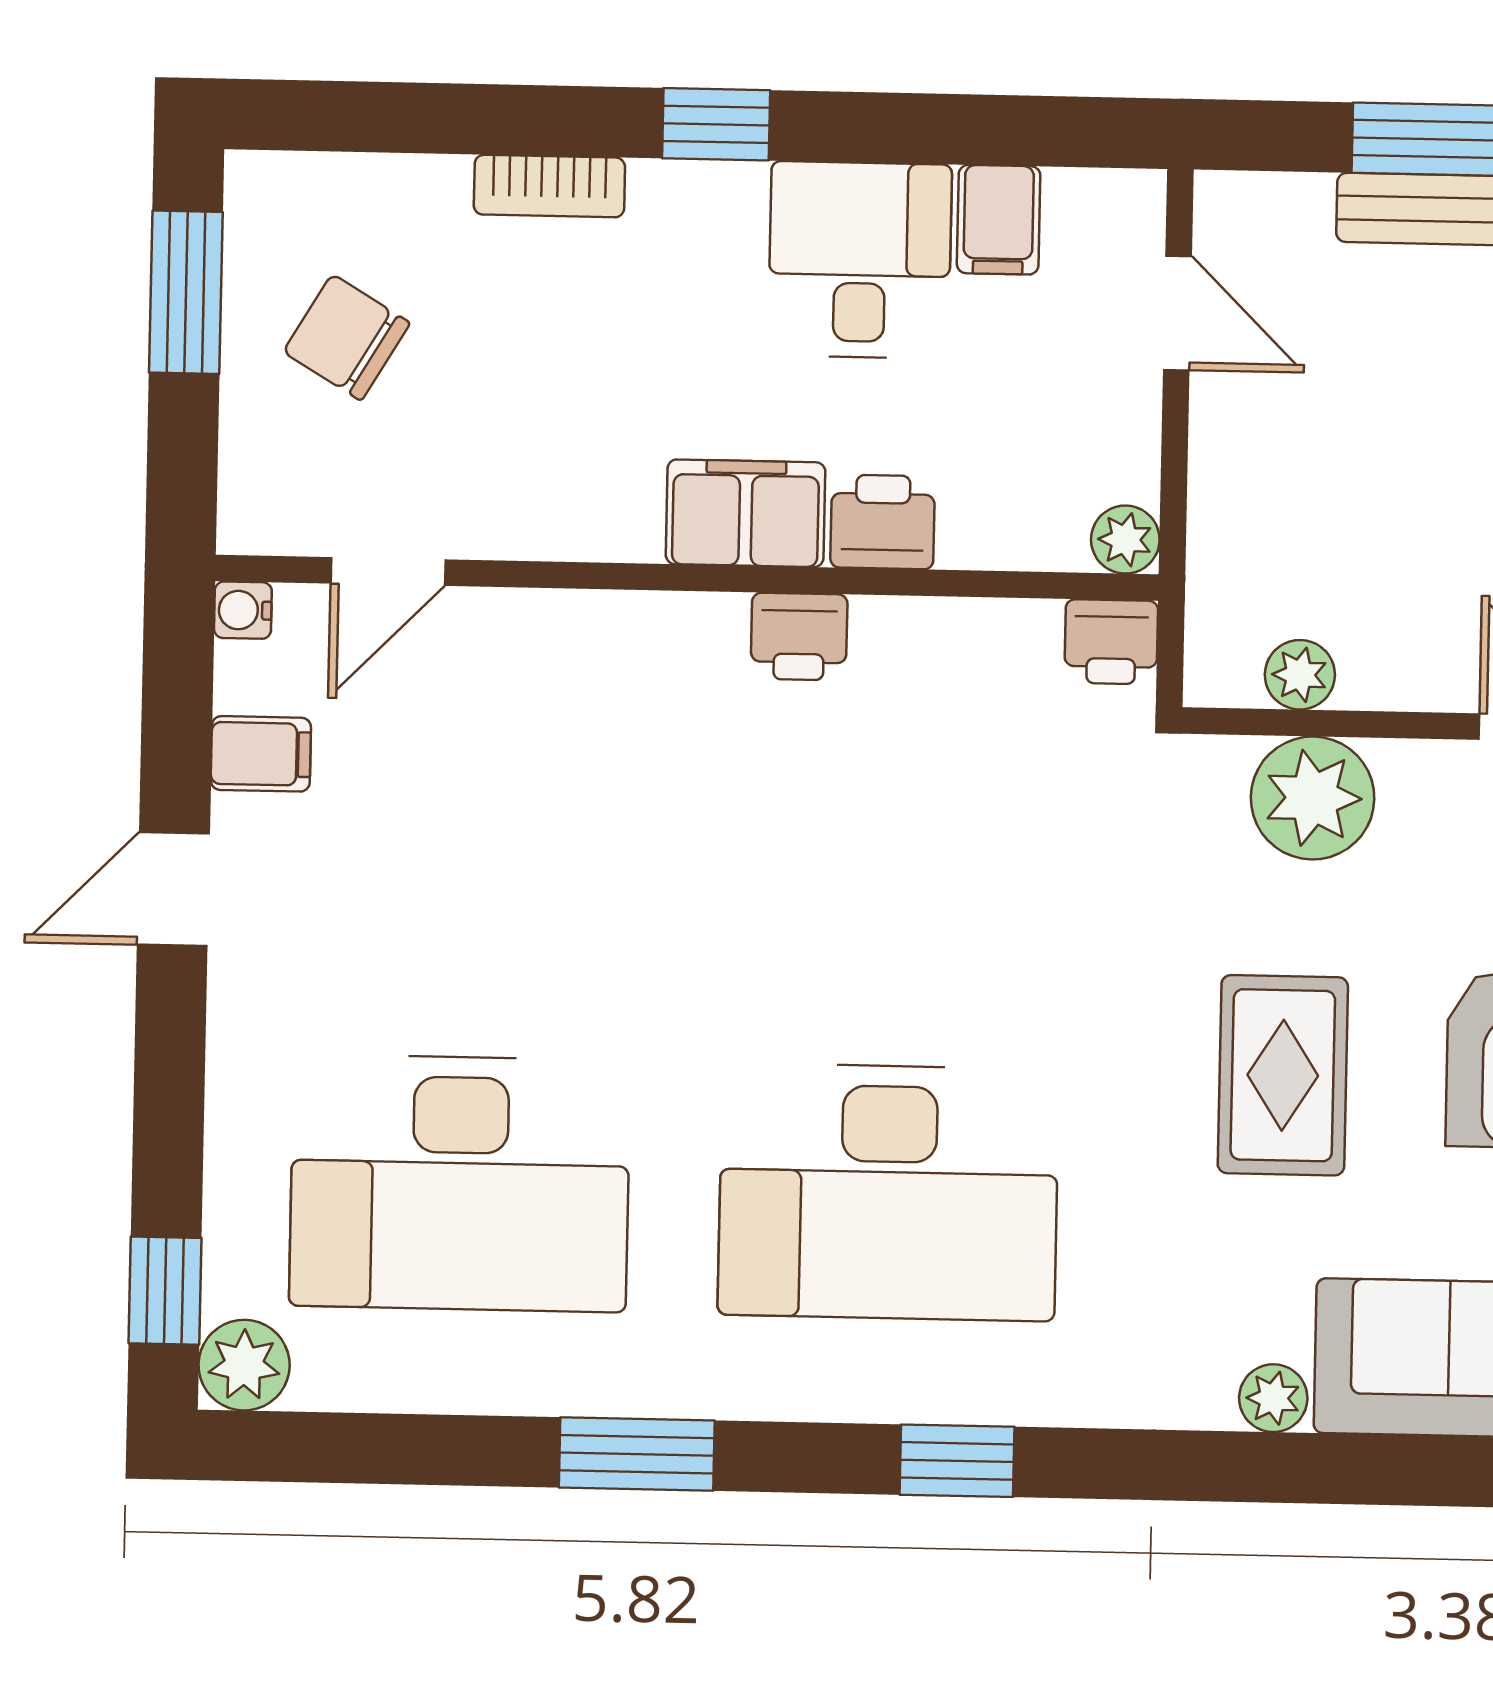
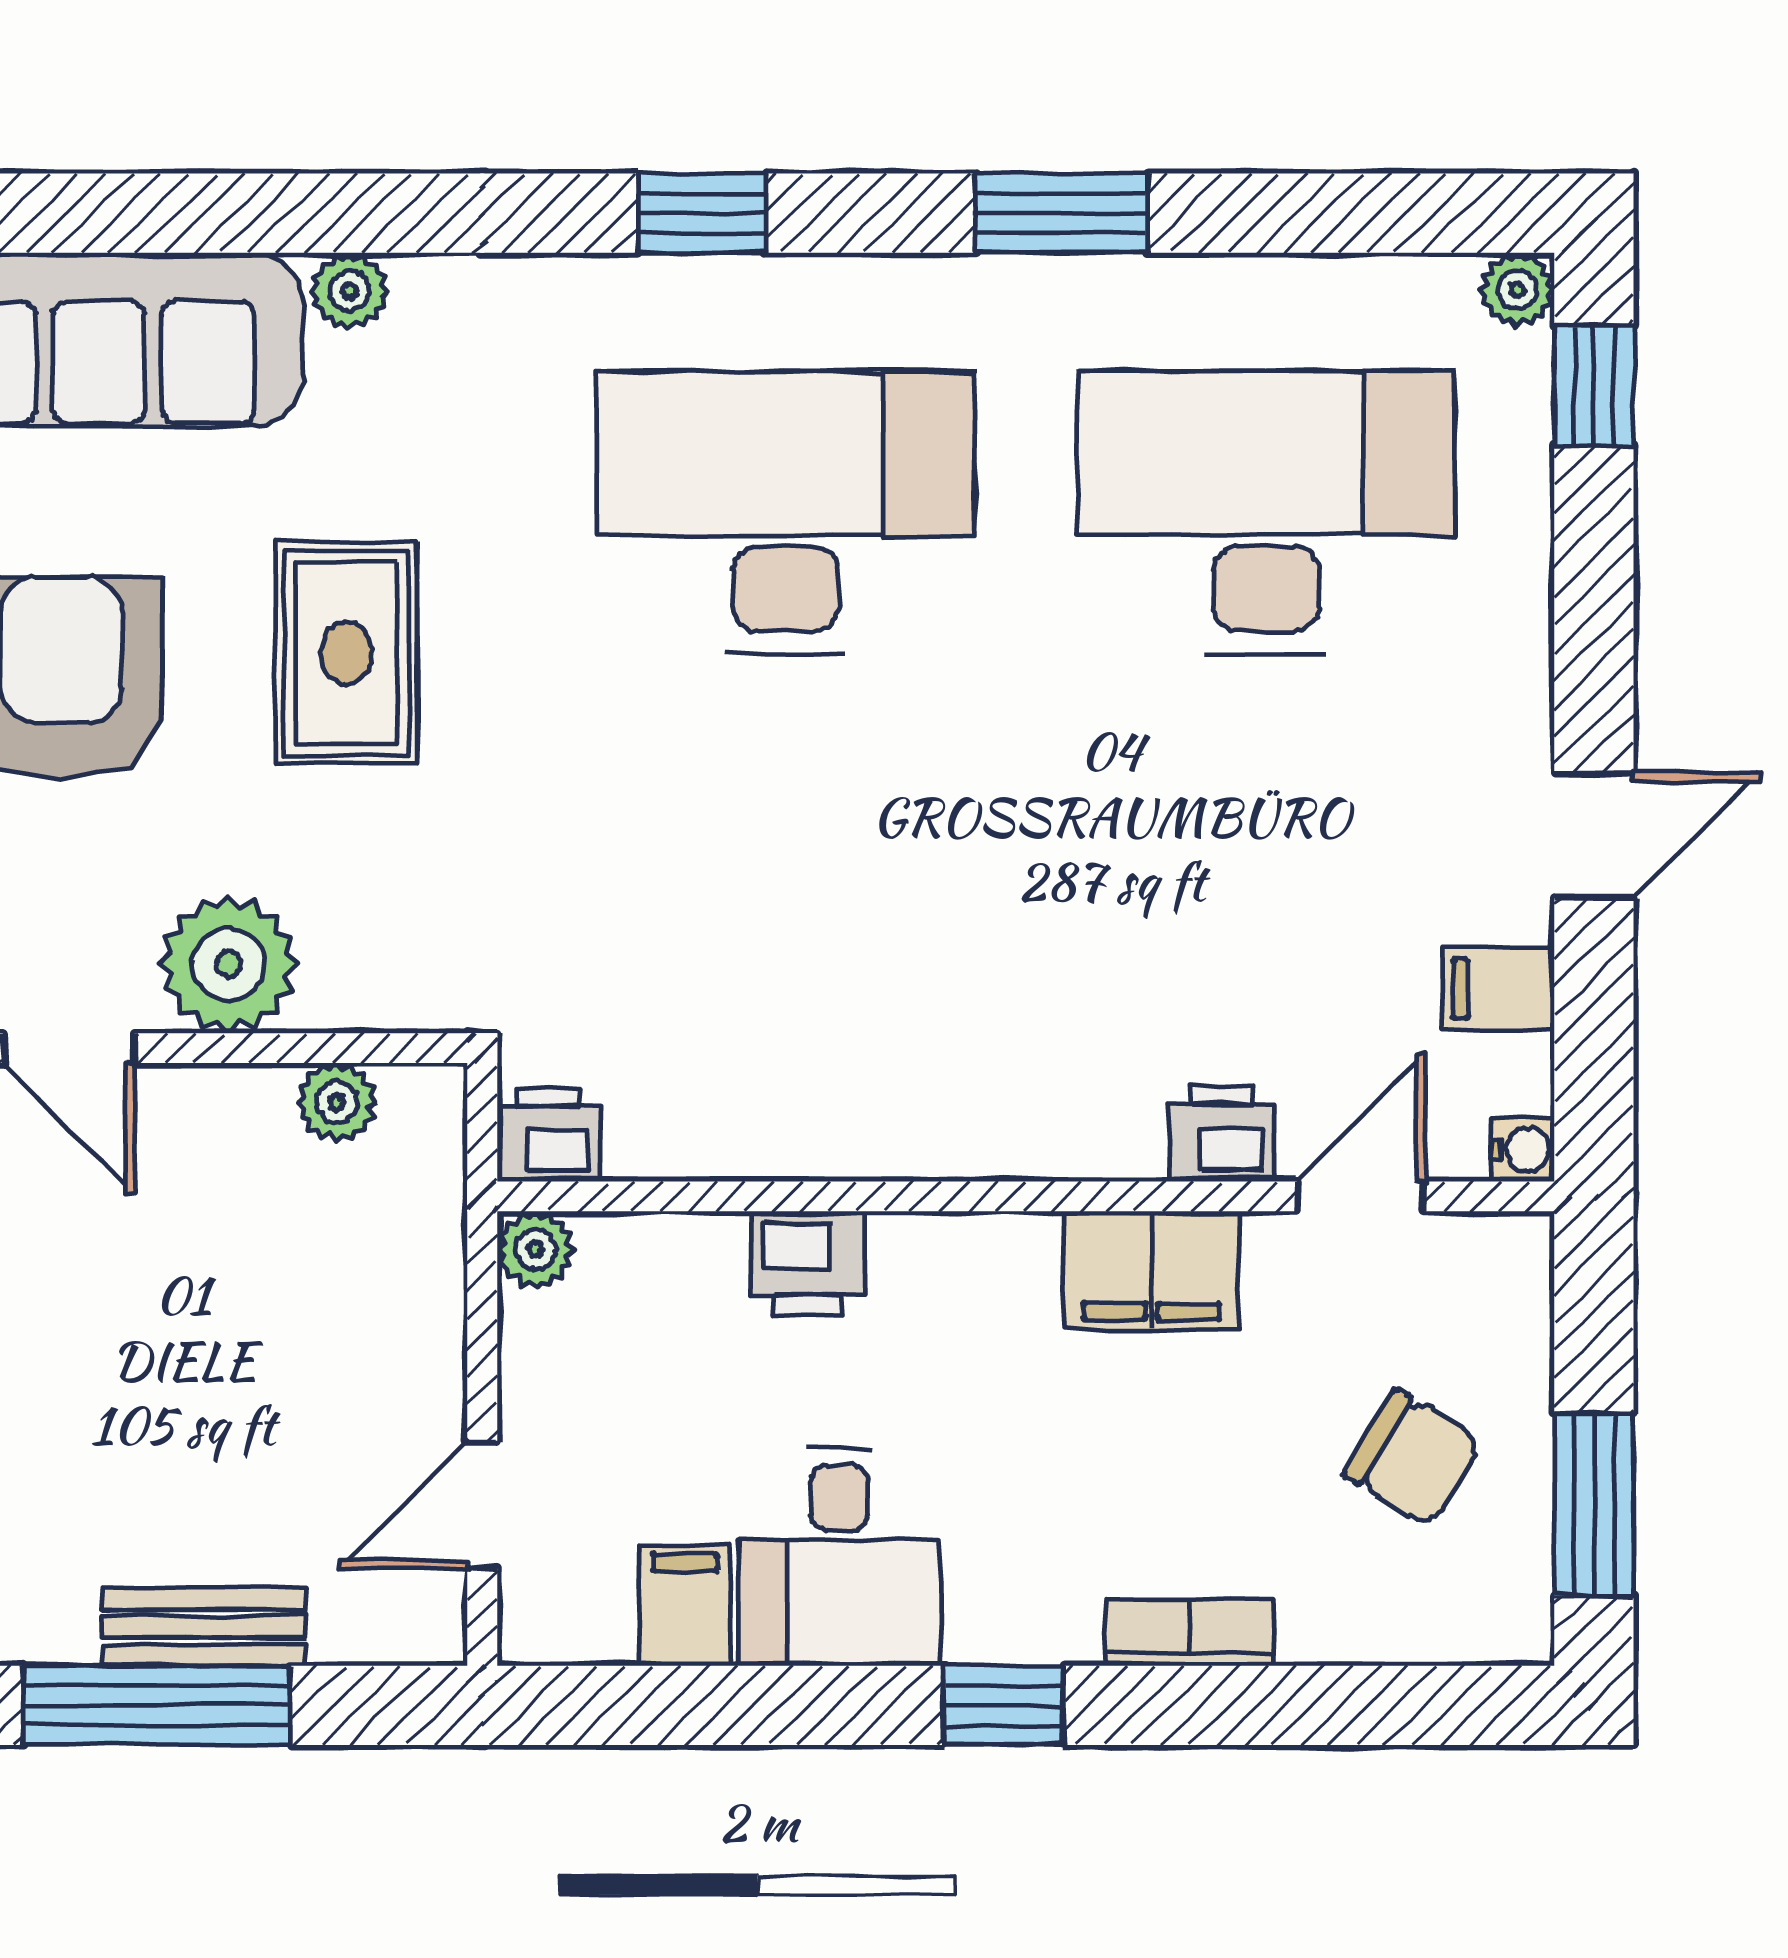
door: (1177, 313) -> (482, 1505), hinge flipped
filing cabinet: (746, 513) -> (1152, 1270), moved
printer: (799, 637) -> (1221, 1133), moved
plant: (1313, 798) -> (228, 964), moved
plant: (244, 1365) -> (1517, 290), width x0.73, depth x0.73

